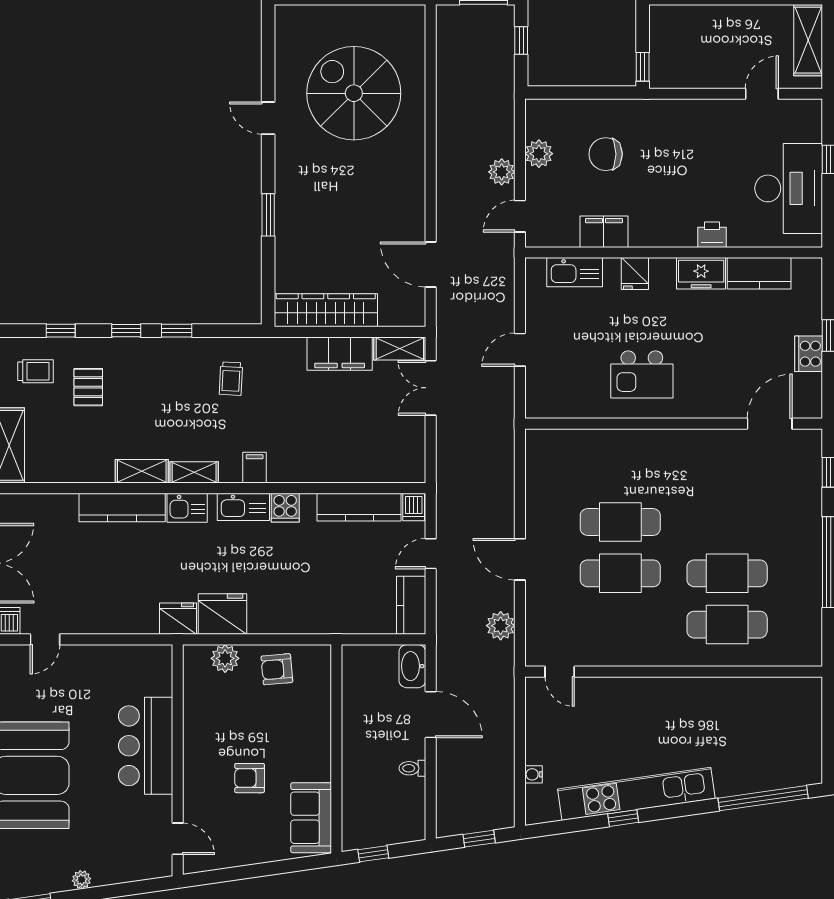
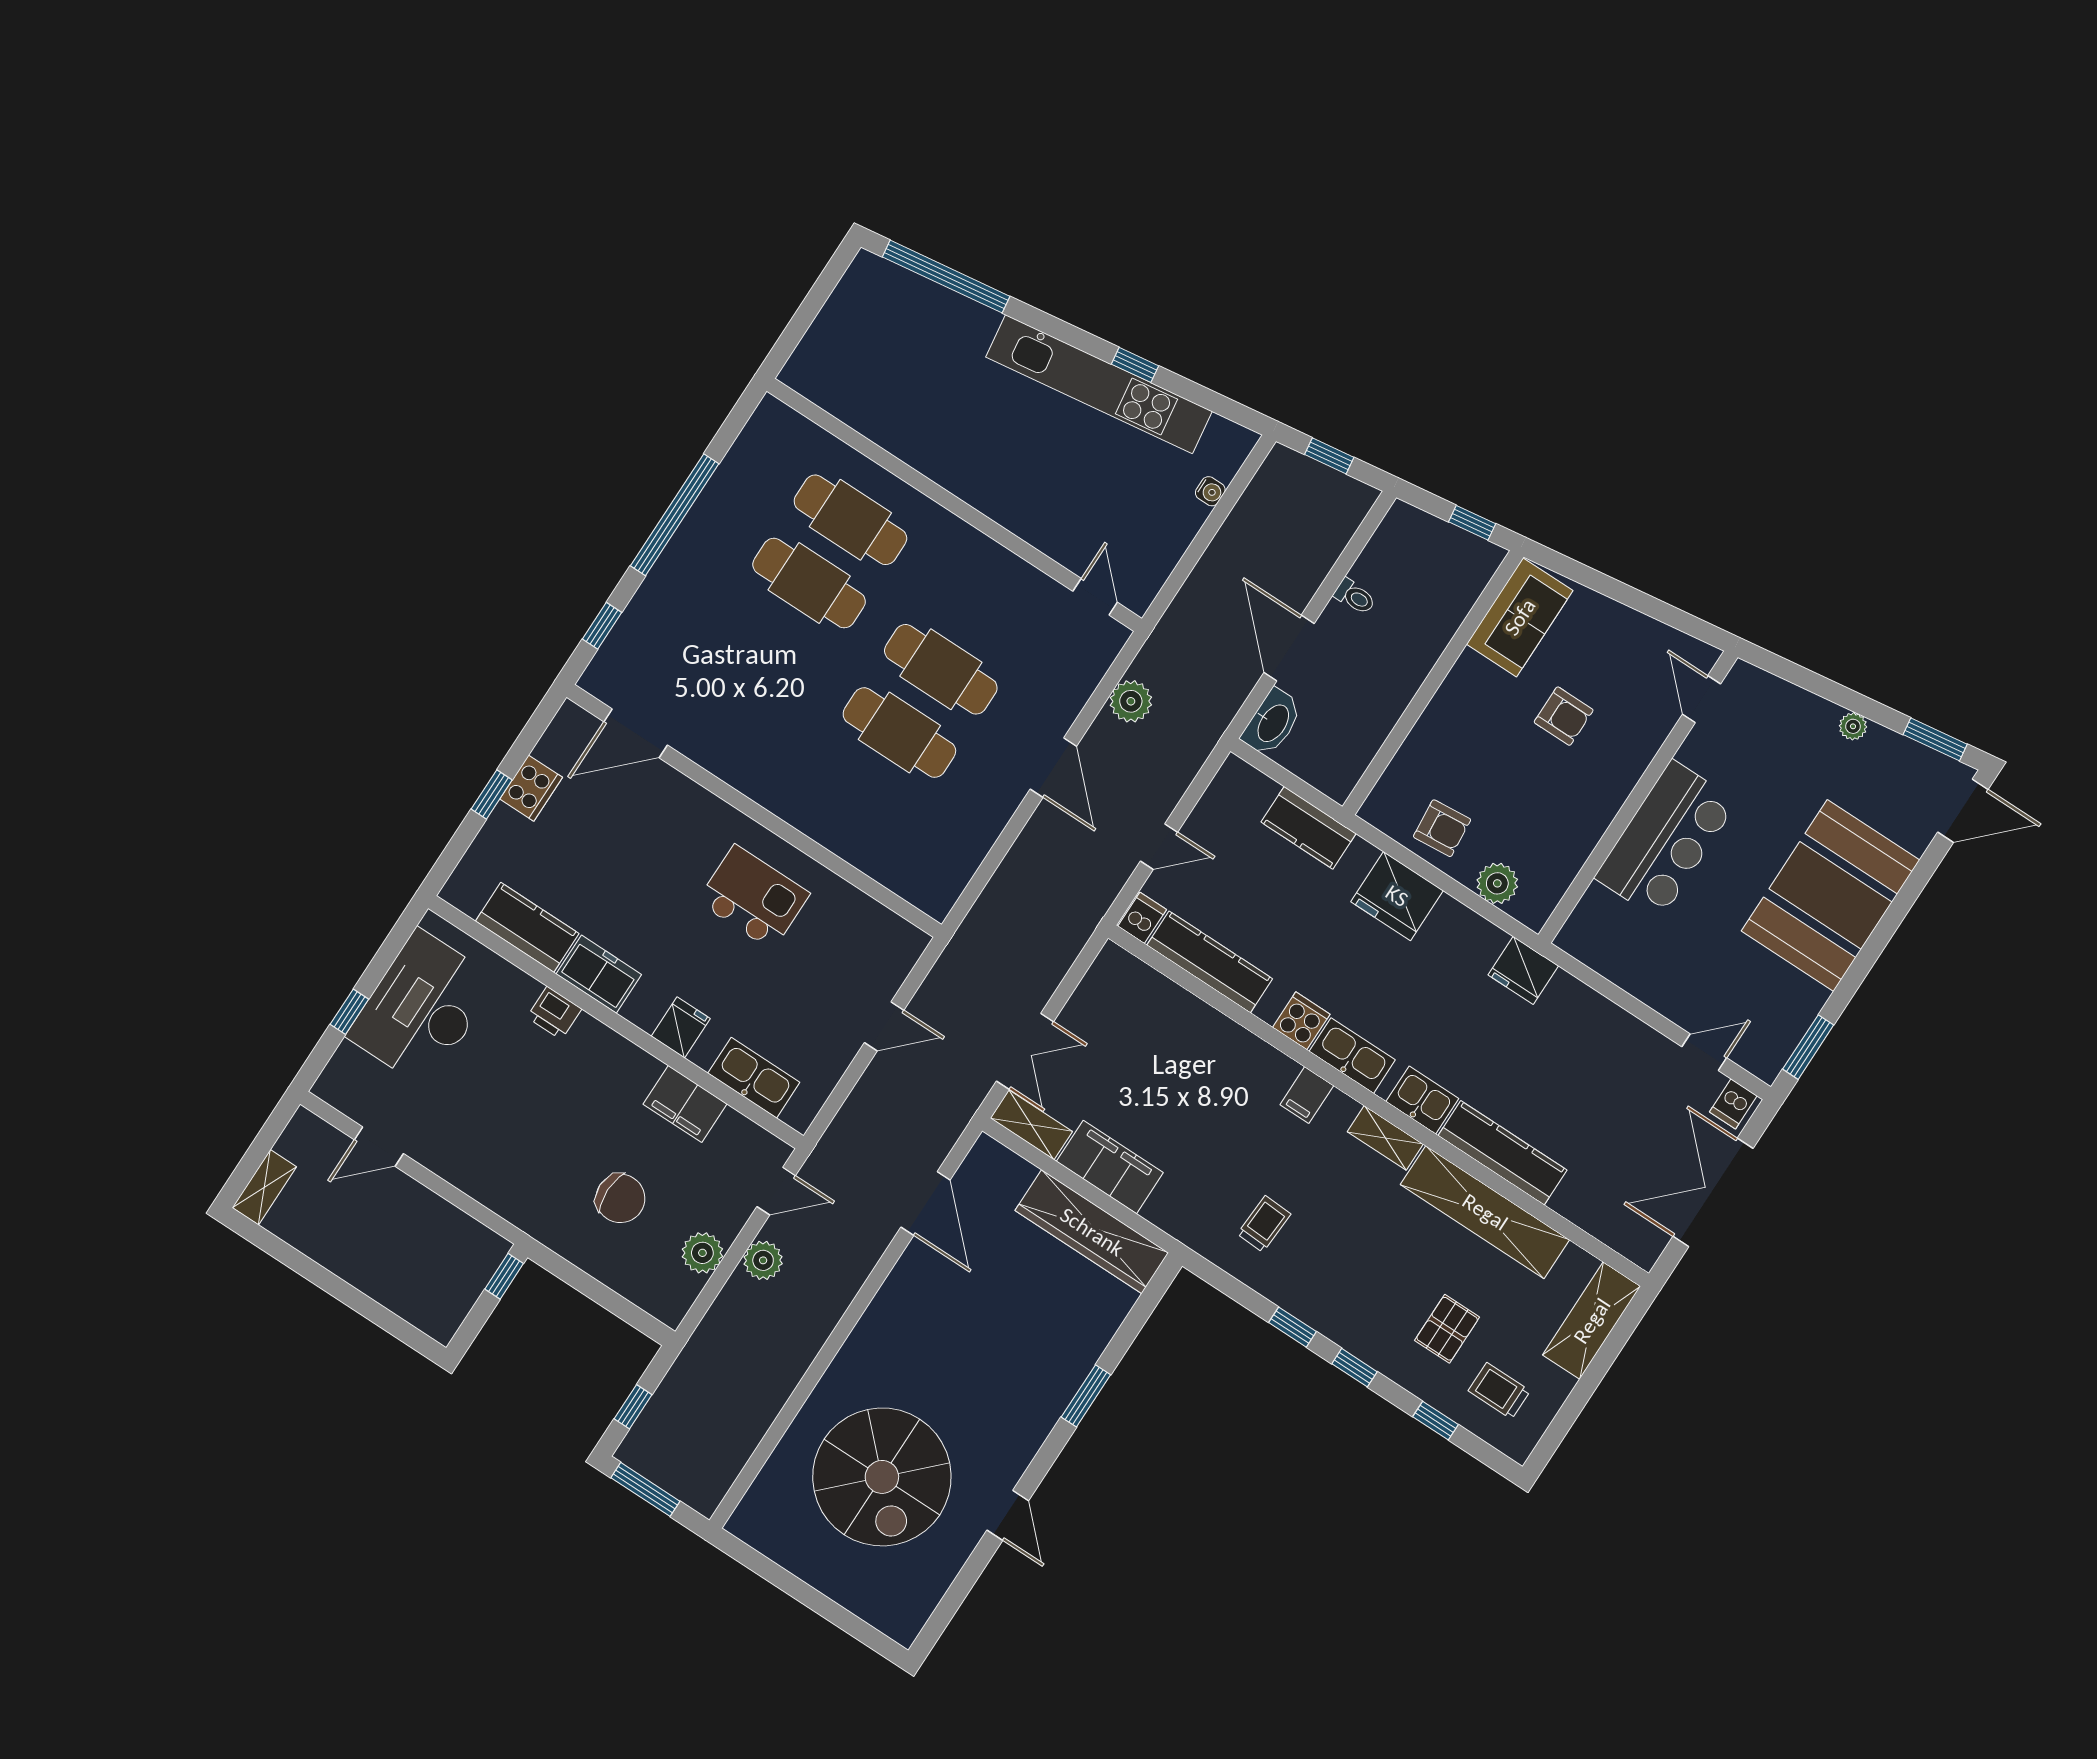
shelving: (808, 40) -> (264, 1187), width x0.67, depth x0.75
shelving: (142, 471) -> (1485, 1212), width x2.20, depth x1.33
kitchen counter: (411, 605) -> (1309, 828), moved, turned 90
fridge: (222, 614) -> (1397, 896), moved

